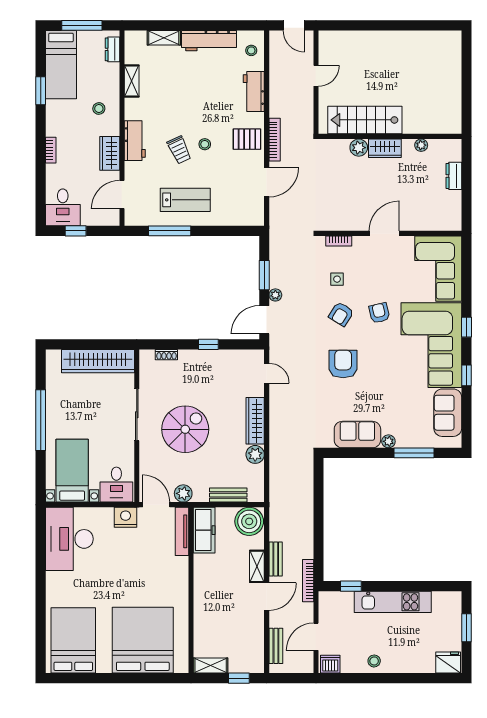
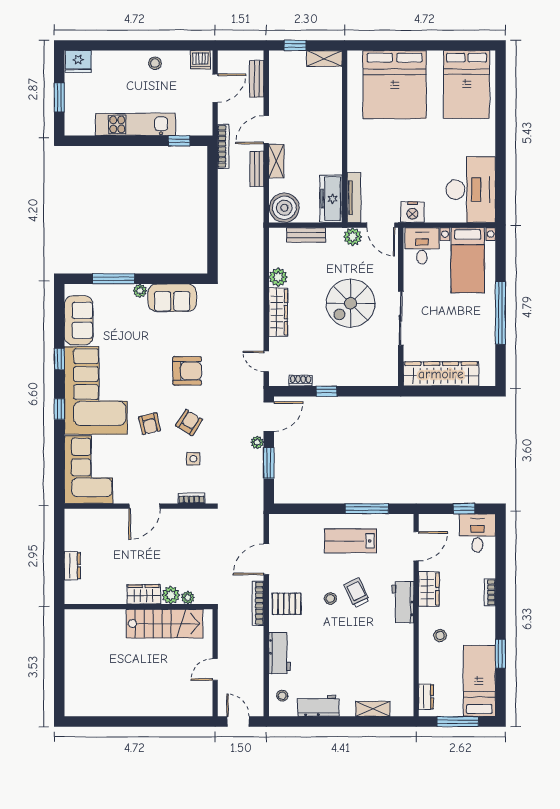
workbench: (209, 41) -> (318, 706), width x0.73
shelving: (132, 81) -> (406, 664), removed
plant: (421, 145) -> (188, 598), moved
shoe rack: (166, 355) -> (301, 380), moved
armchair: (343, 364) -> (187, 371), turned -90

